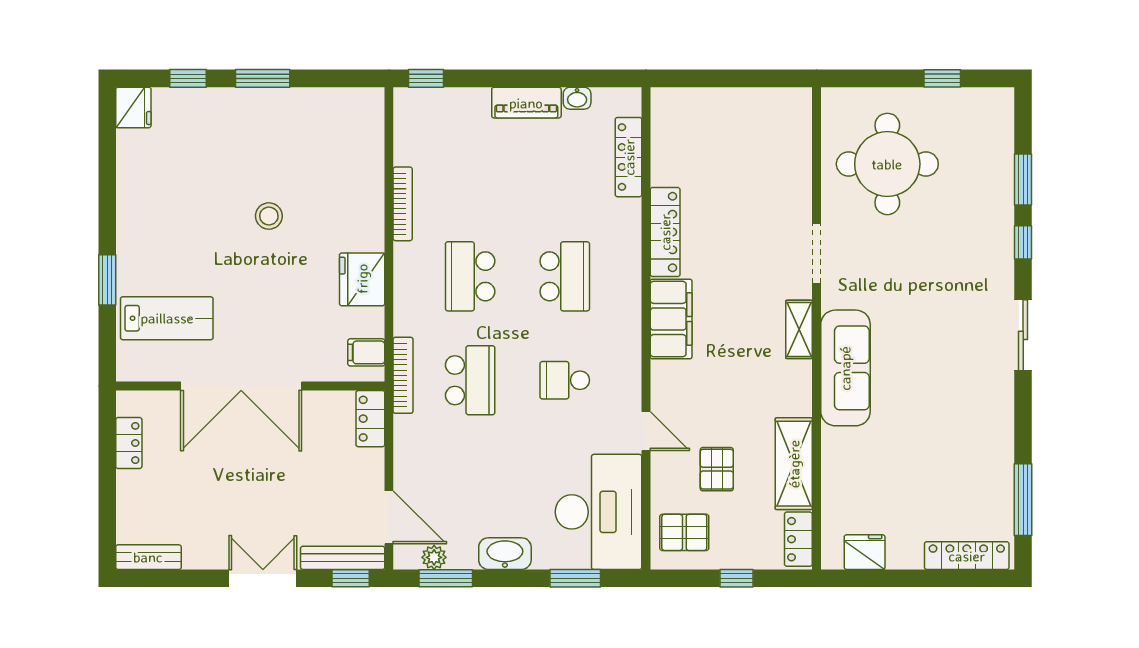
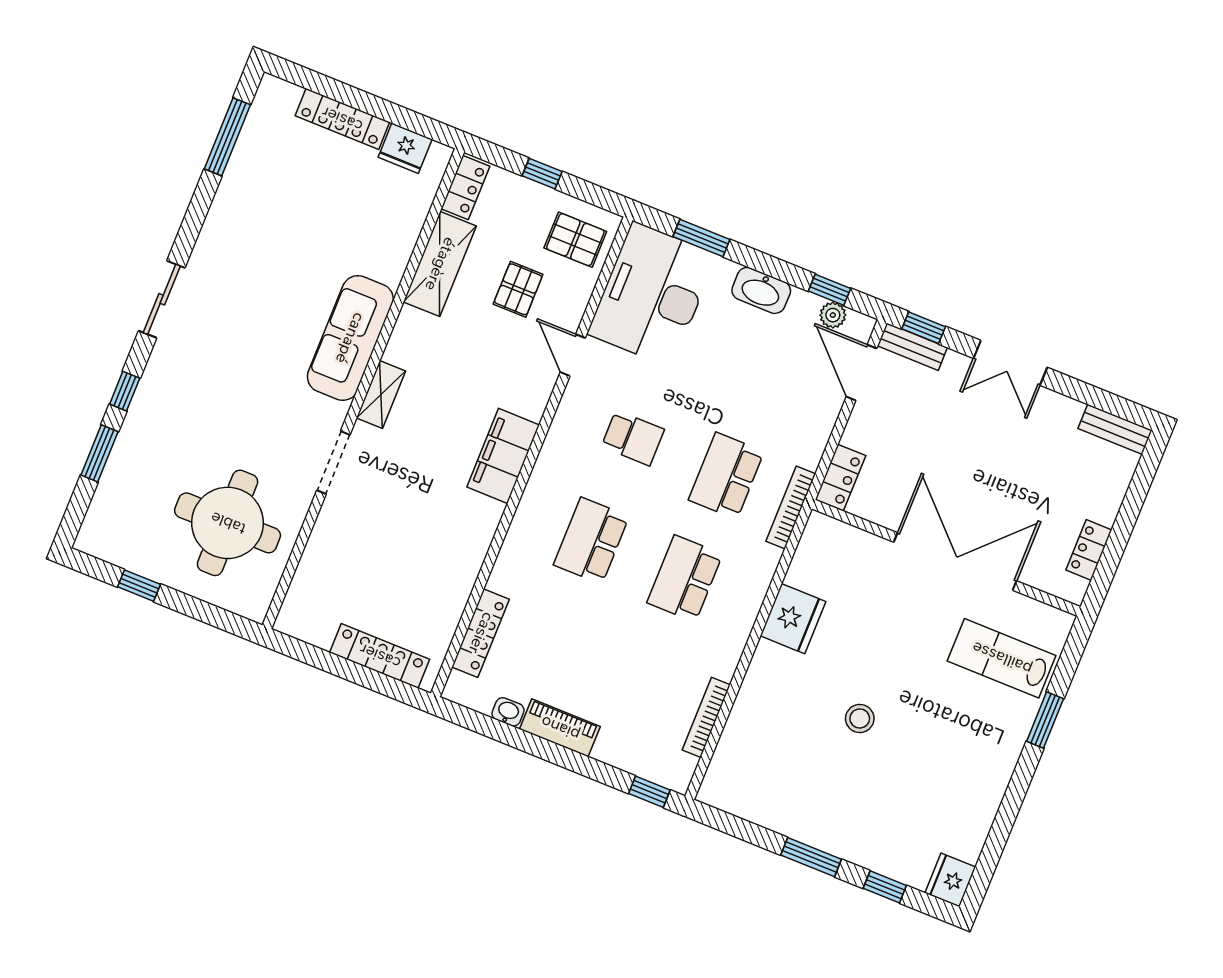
bookcase: (403, 204) -> (706, 717), moved
locker: (665, 232) -> (380, 656), moved, turned 90
school desk: (470, 276) -> (685, 578), turned 180
filing cabinet: (366, 352) -> (818, 545), removed
locker: (967, 556) -> (342, 119), moved
bench: (343, 558) -> (912, 347), width x0.73
window: (446, 578) -> (830, 290), width x0.67

